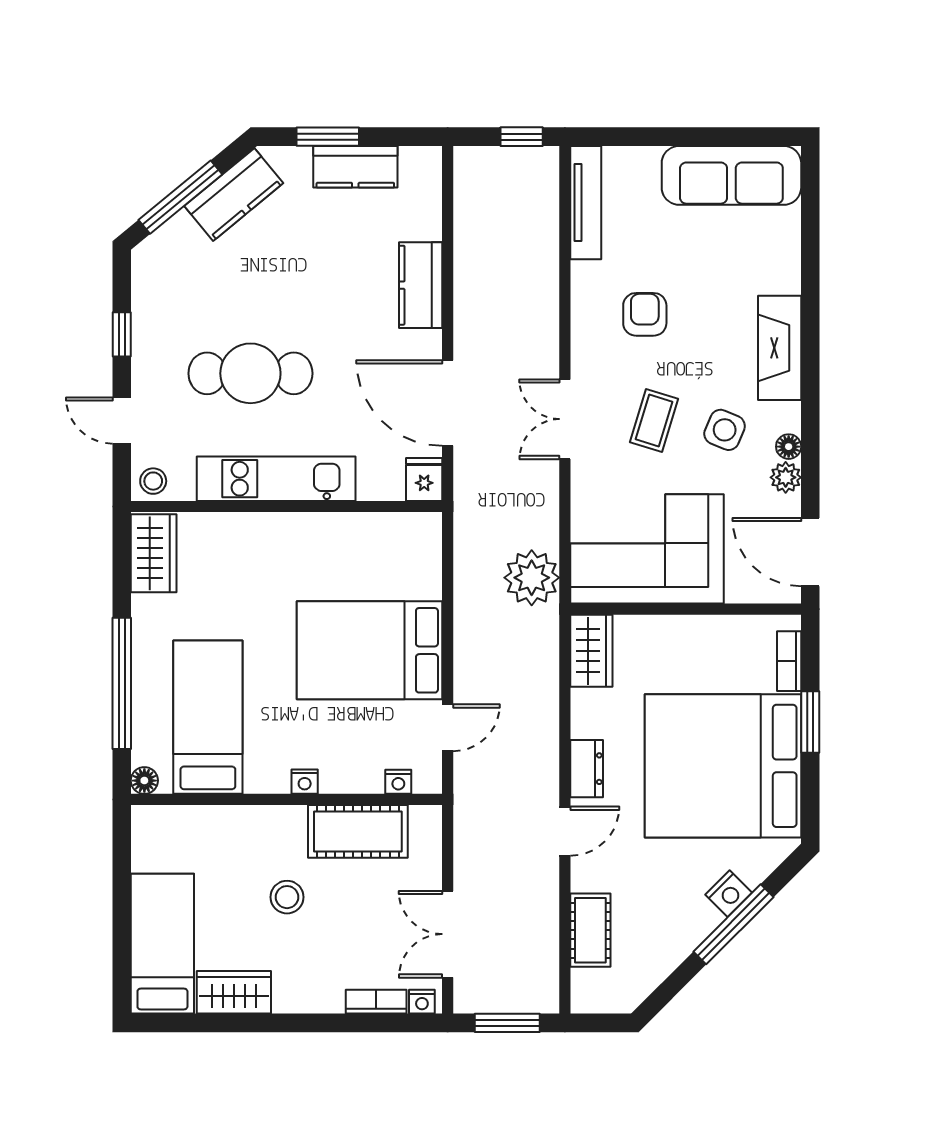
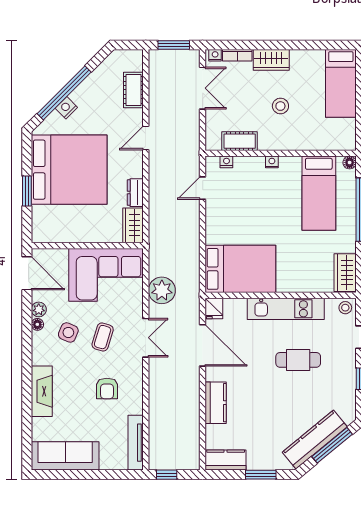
kitchen counter: (355, 167) -> (226, 460), moved
kitchen counter: (234, 195) -> (315, 440), width x1.50
fireplace: (780, 348) -> (42, 391), moved
cafe table: (250, 373) -> (298, 360), width x0.73, depth x0.74
plant: (532, 578) -> (162, 290), moved
bed: (369, 650) -> (240, 269), moved
bookcase: (789, 661) -> (37, 220), removed
dresser: (587, 769) -> (135, 193), moved
cot: (358, 831) -> (240, 141), width x0.73, depth x0.75
window: (733, 924) -> (64, 93), width x1.46
wardrobe: (234, 992) -> (271, 60), moved

